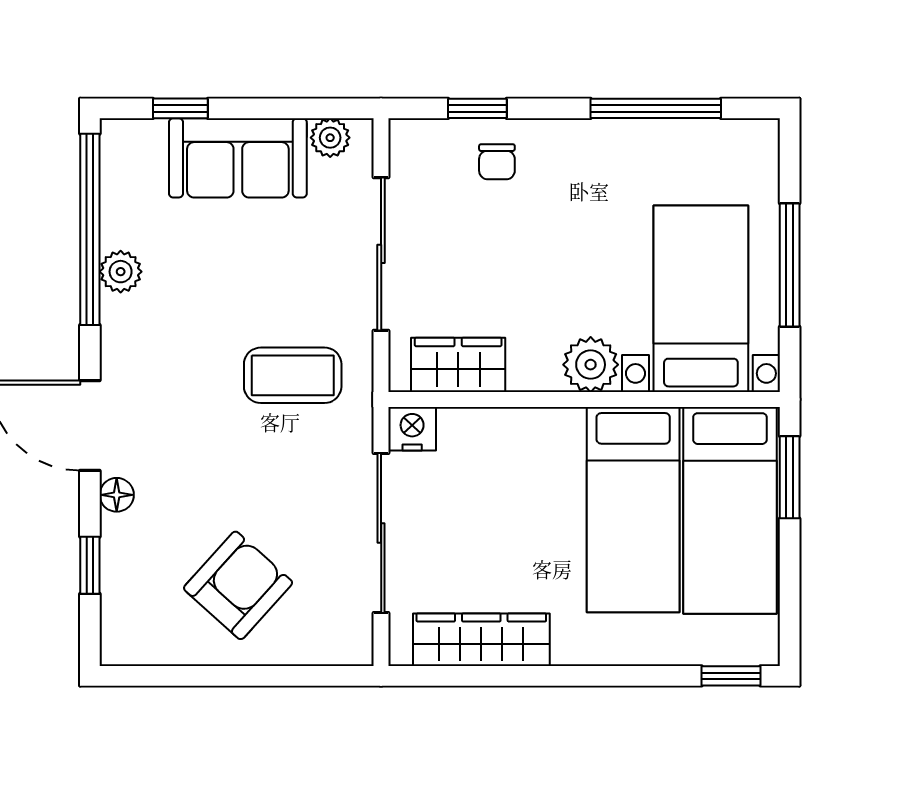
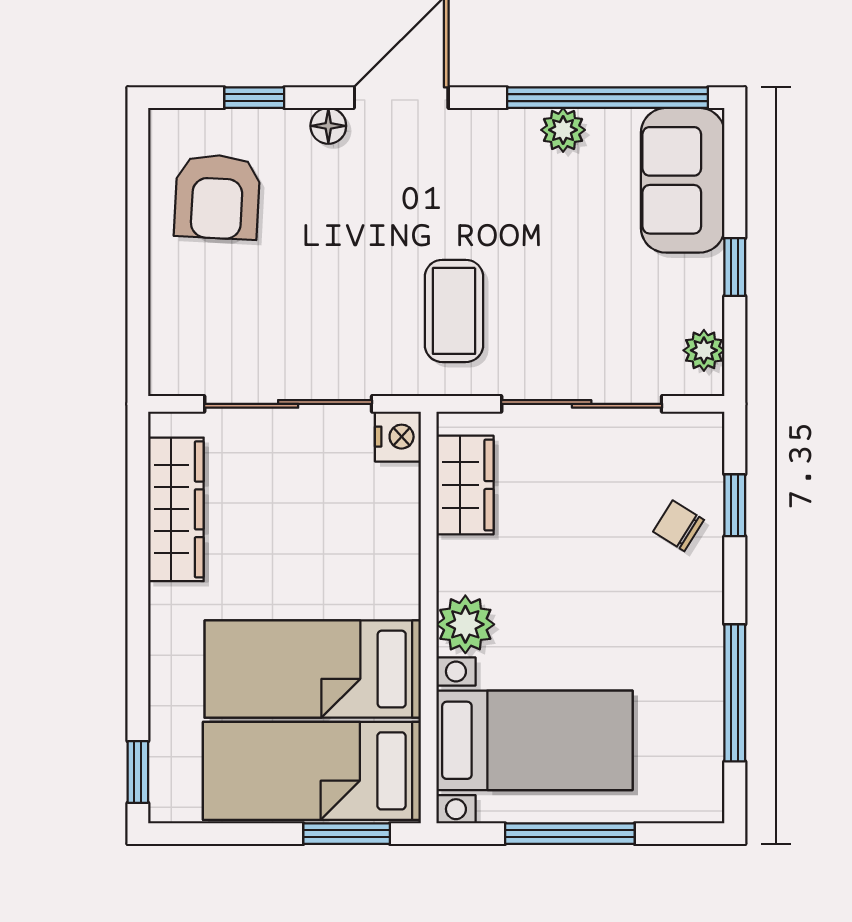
window: (180, 108) -> (735, 267), moved
sofa: (238, 158) -> (683, 180), moved
chair: (497, 162) -> (679, 526), turned 32
armchair: (238, 585) -> (217, 197), moved, turned 51

